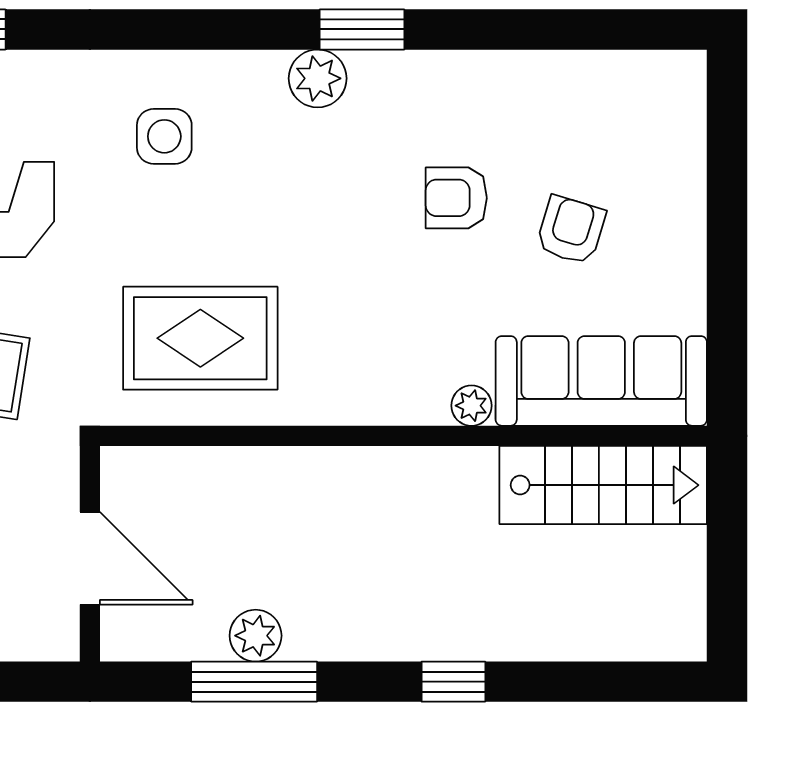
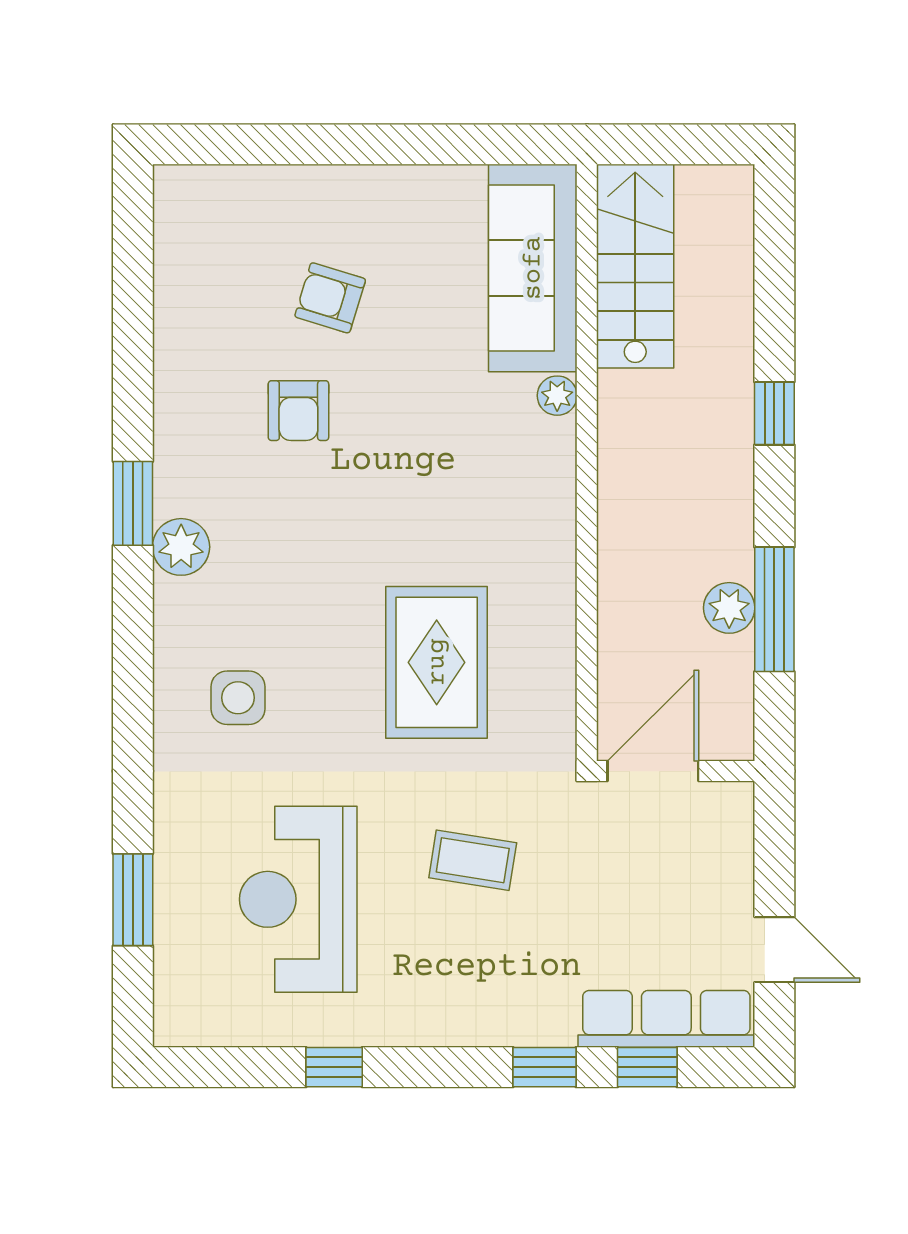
sofa: (601, 381) -> (533, 268), moved
plant: (471, 406) -> (557, 396), moved
wall: (403, 436) -> (587, 463), moved
stairs: (603, 485) -> (635, 266), moved

